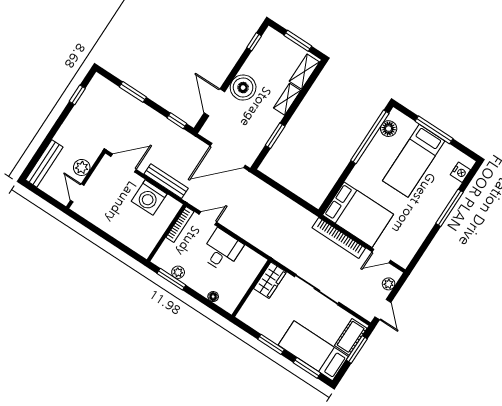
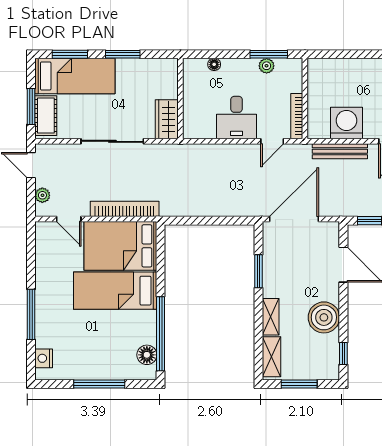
boiler: (243, 88) -> (324, 317), moved
bed: (414, 161) -> (115, 291), moved, turned -90
door: (381, 256) -> (69, 219), swing flipped

